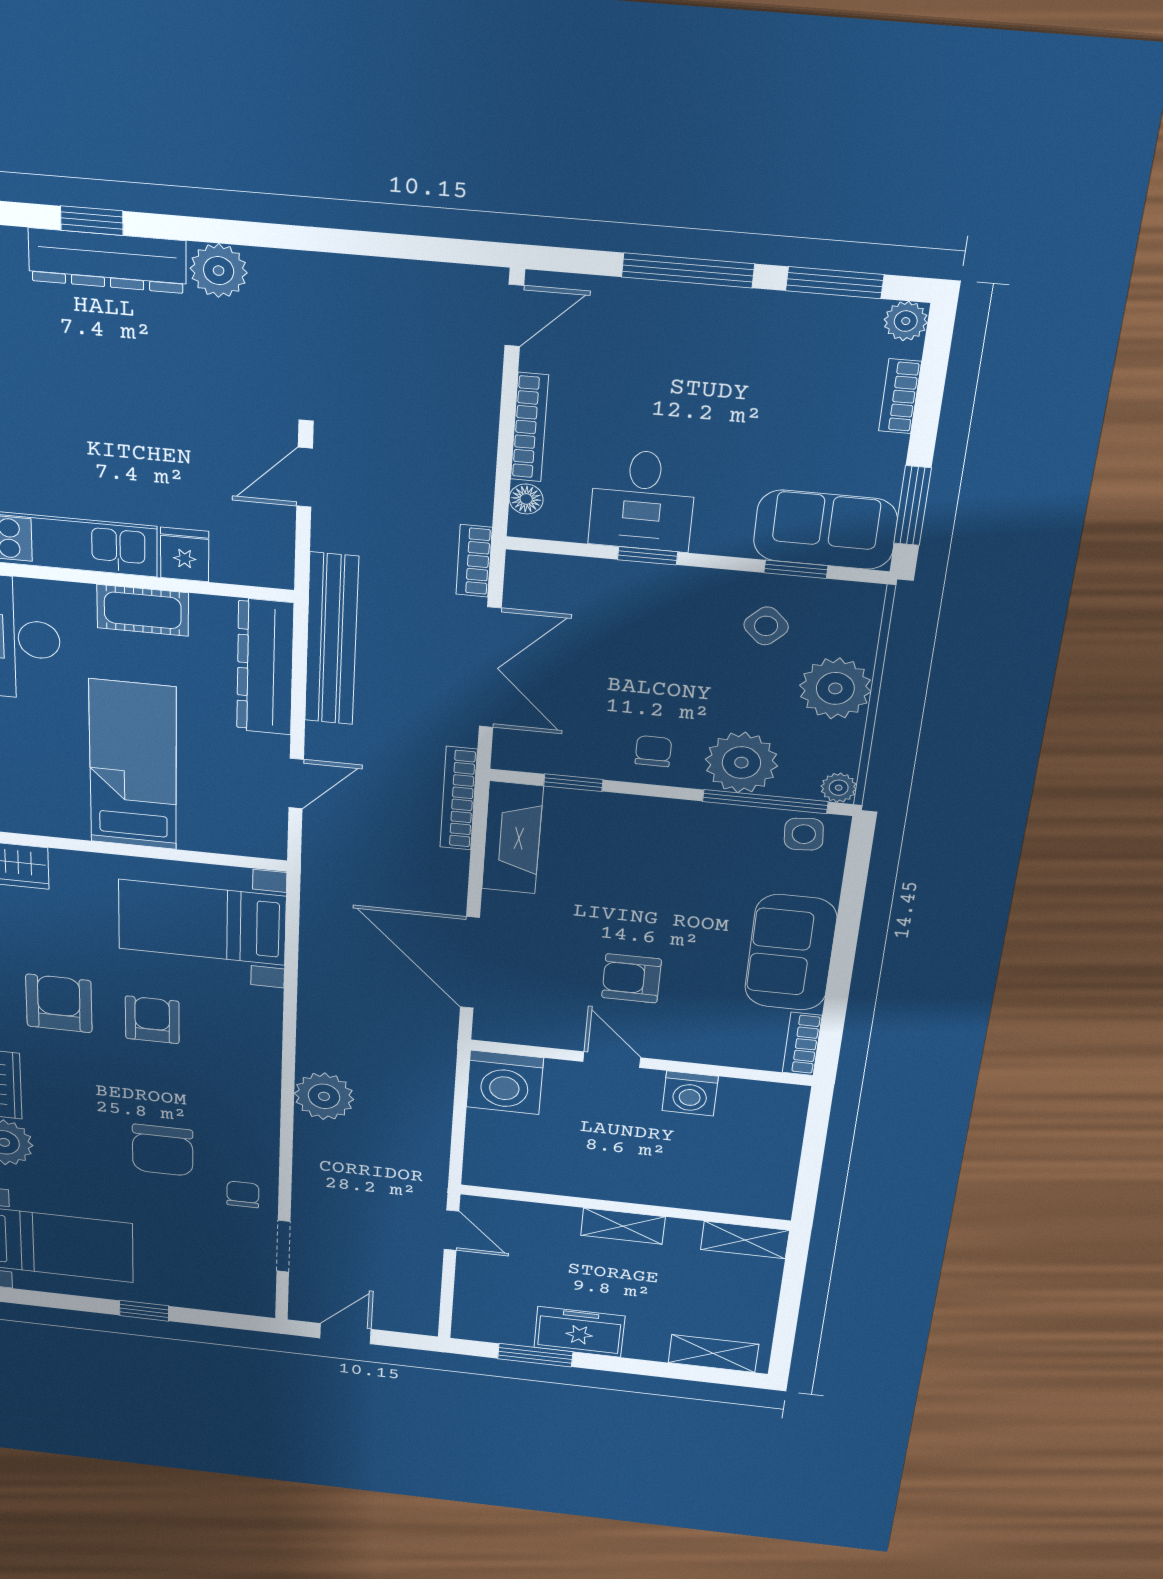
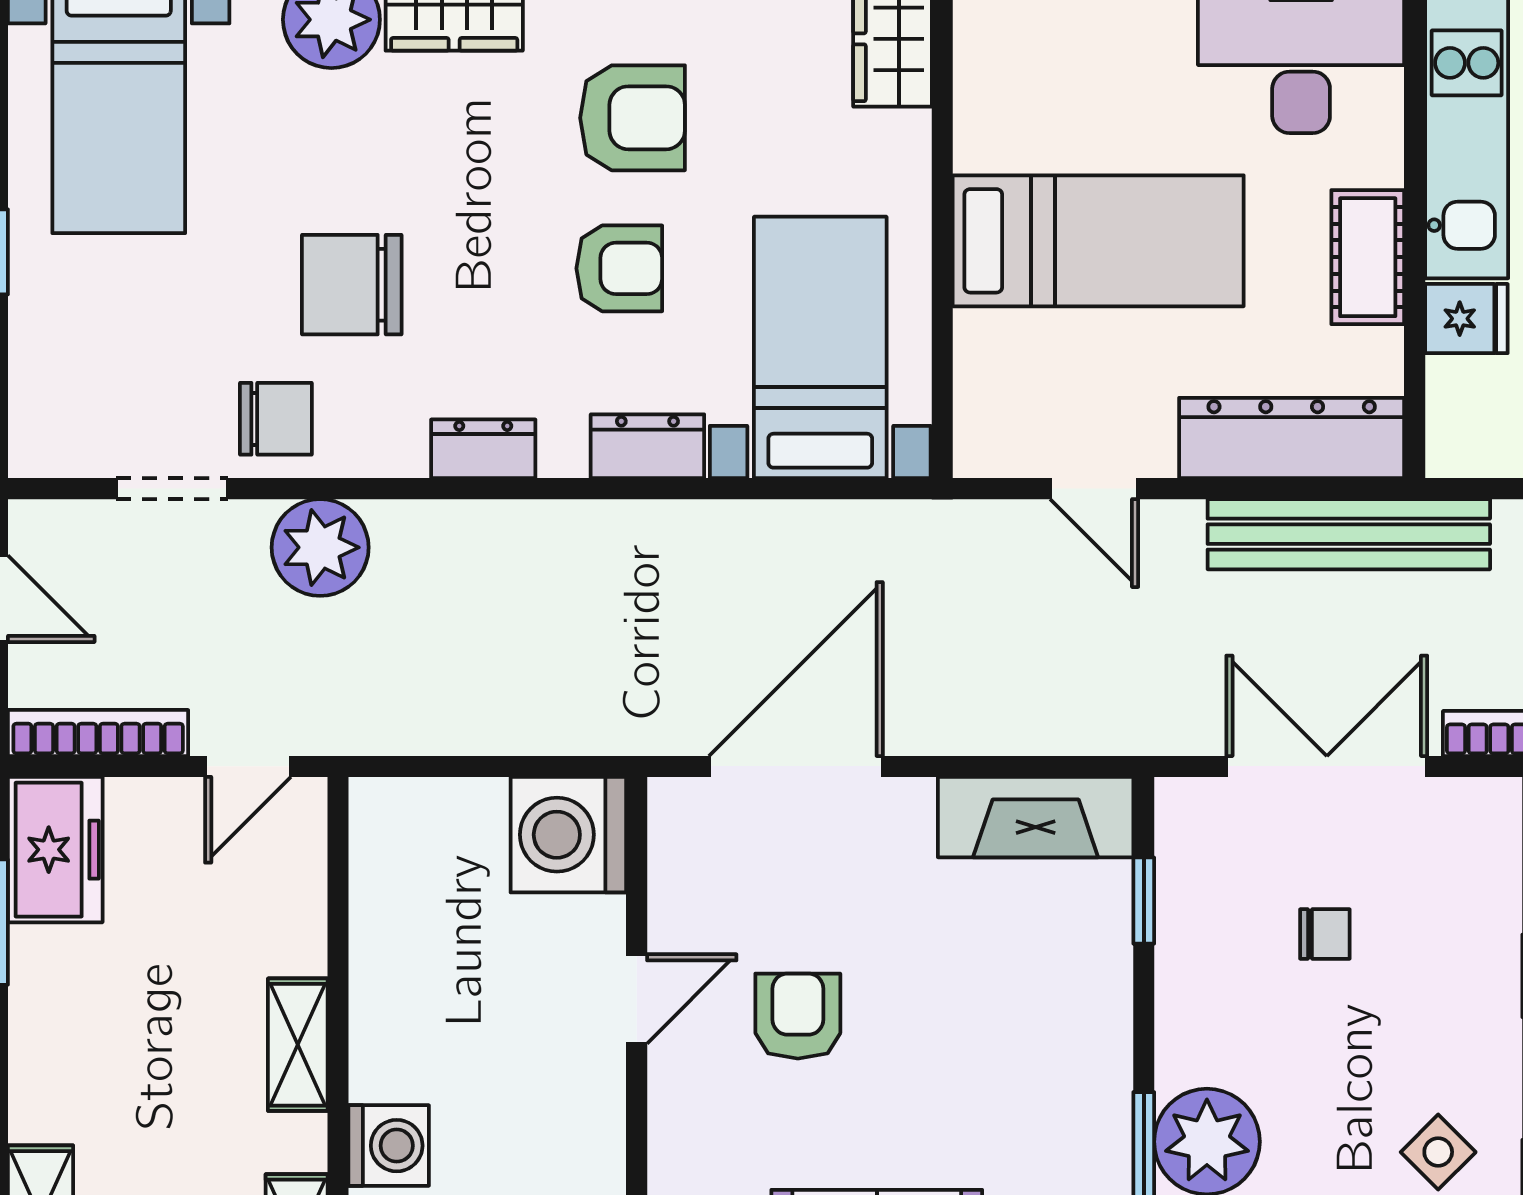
double door: (490, 668) -> (1327, 766), swing flipped
chair: (653, 751) -> (1325, 934), moved
bookcase: (459, 798) -> (98, 733), moved
dresser: (263, 1017) -> (647, 446), added
washing machine: (690, 1093) -> (389, 1146), moved, turned 180
plant: (324, 1096) -> (320, 547), moved
dresser: (263, 1098) -> (483, 449), added
chair: (243, 1194) -> (276, 419), width x1.37, depth x1.37
freezer: (579, 1332) -> (55, 850), moved

